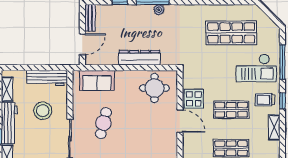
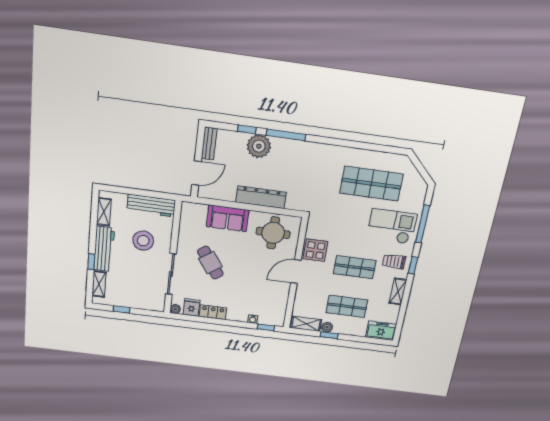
plant: (159, 10) -> (259, 146), moved, width x1.88, depth x1.88
checkout: (256, 68) -> (392, 226), turned 180
sofa: (97, 80) -> (228, 218), moved
door: (180, 121) -> (296, 272), swing flipped
cafe table: (103, 123) -> (210, 263), turned -49

